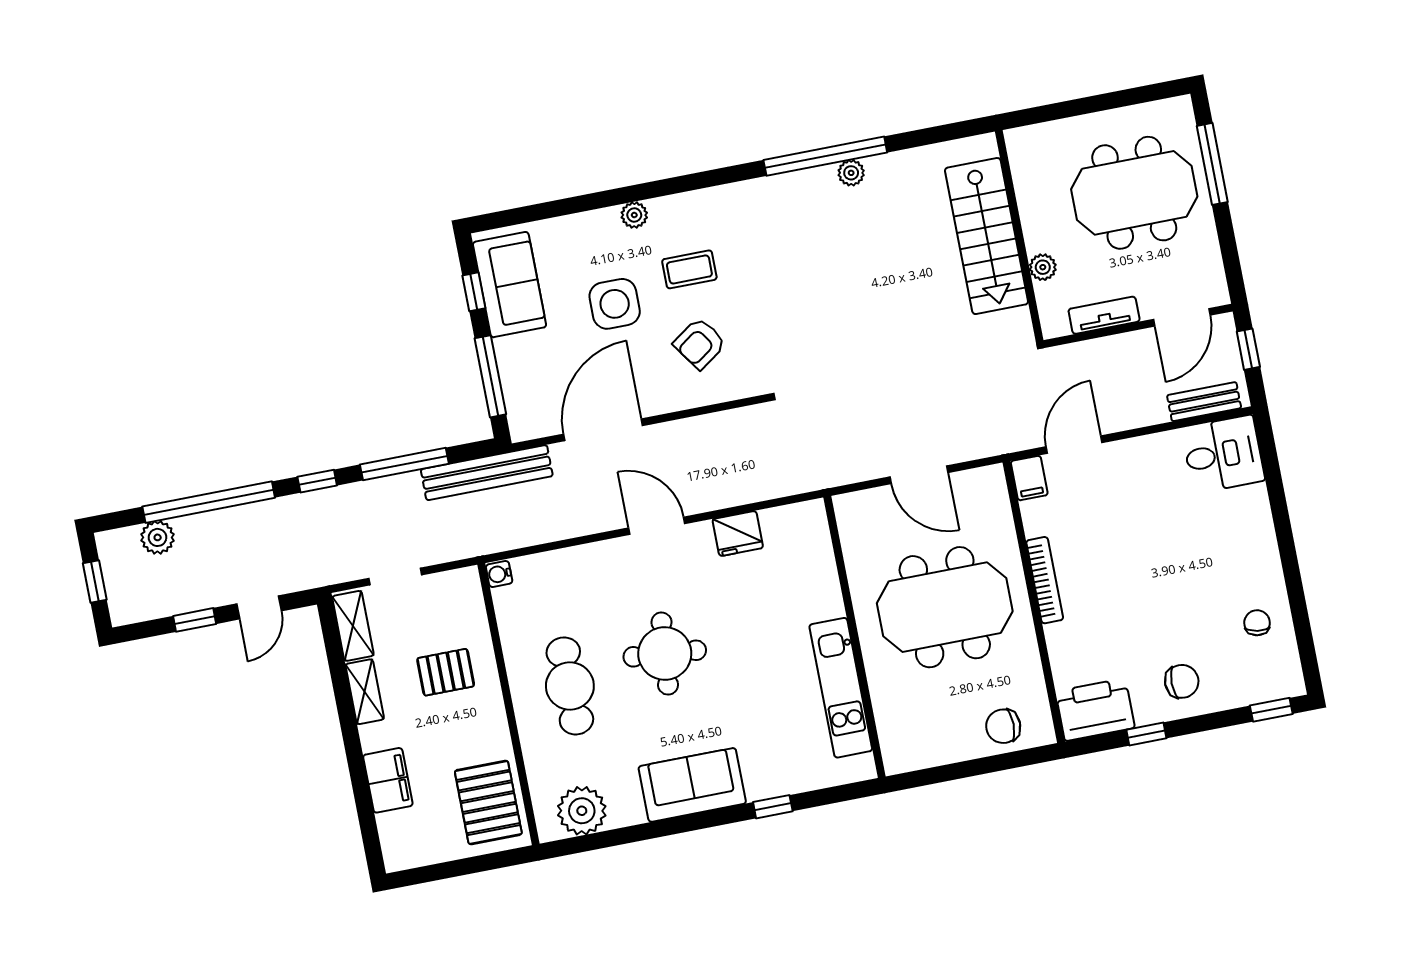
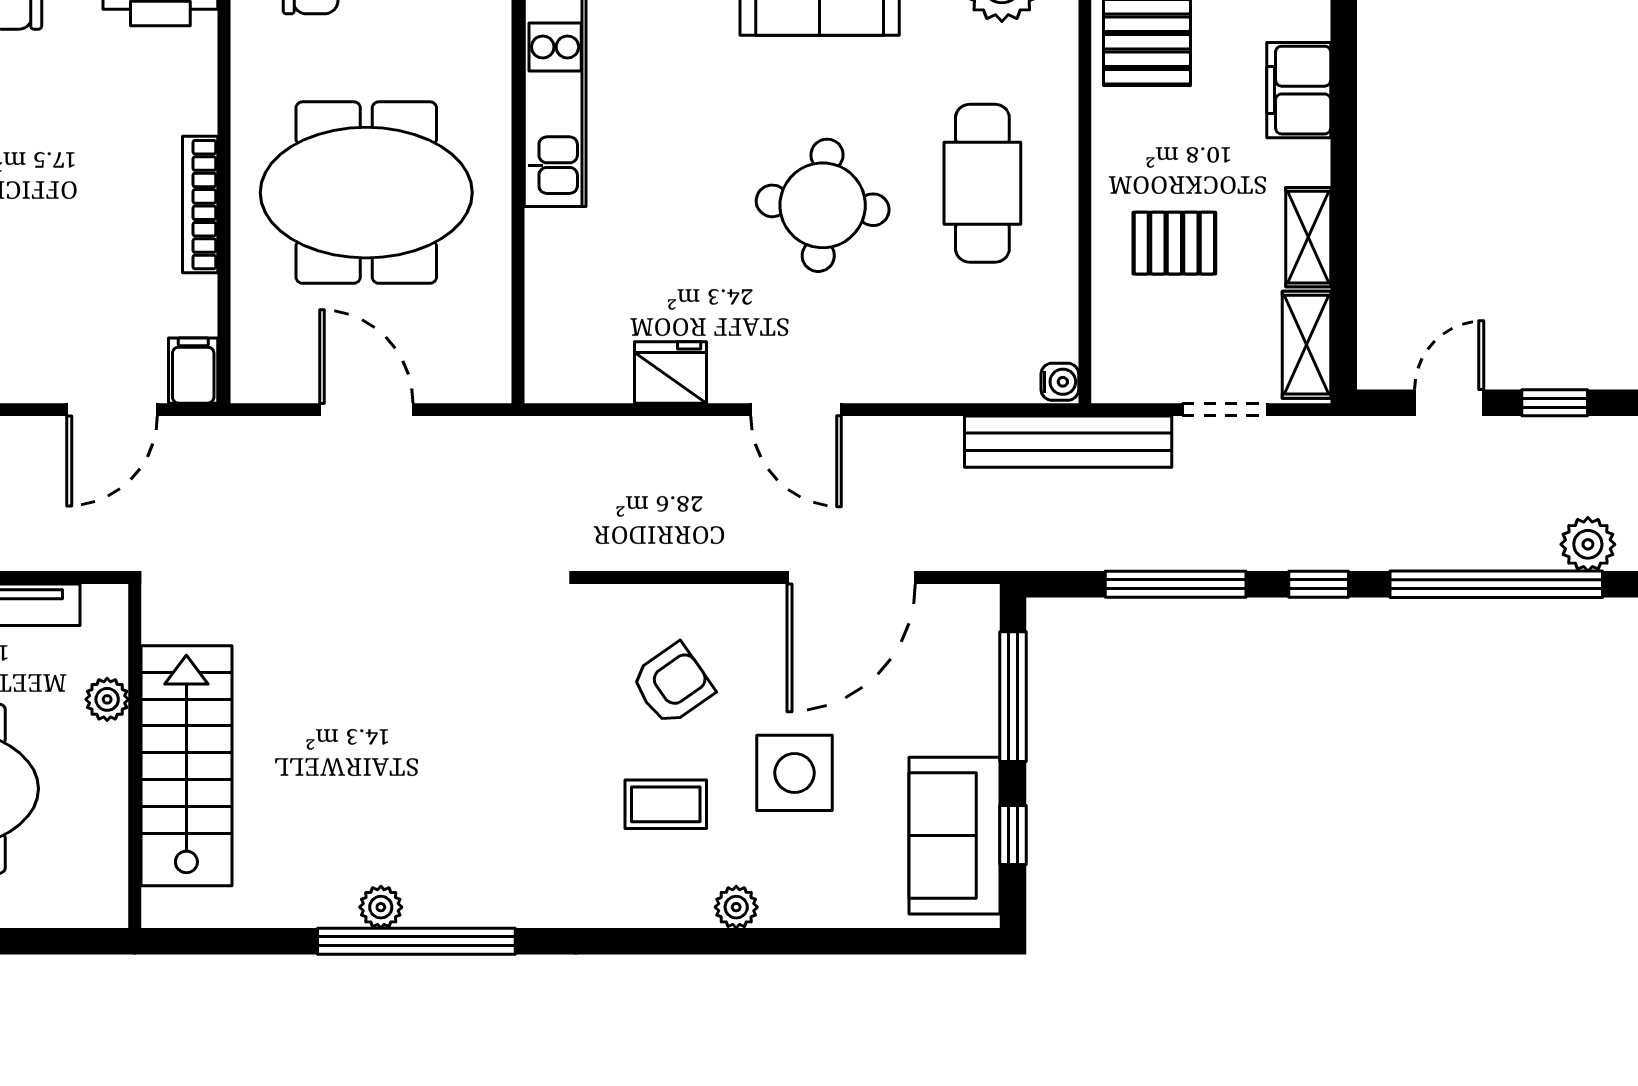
bench: (487, 473) -> (1068, 442), moved

